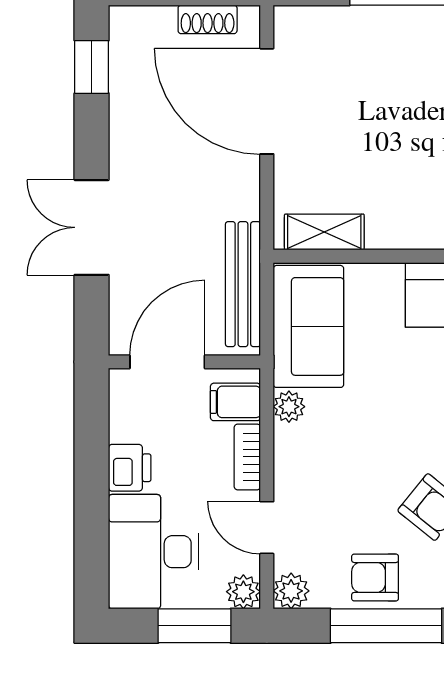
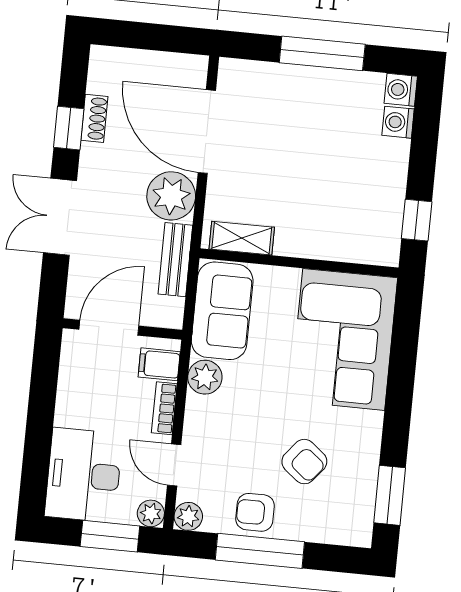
shoe rack: (208, 19) -> (94, 118), moved, turned -90
window: (92, 67) -> (69, 128), moved
plant: (230, 187) -> (171, 196), added
bench: (243, 284) -> (175, 260), width x0.73
plant: (289, 407) -> (205, 377), width x1.38, depth x1.38
printer: (130, 468) -> (71, 408), removed

